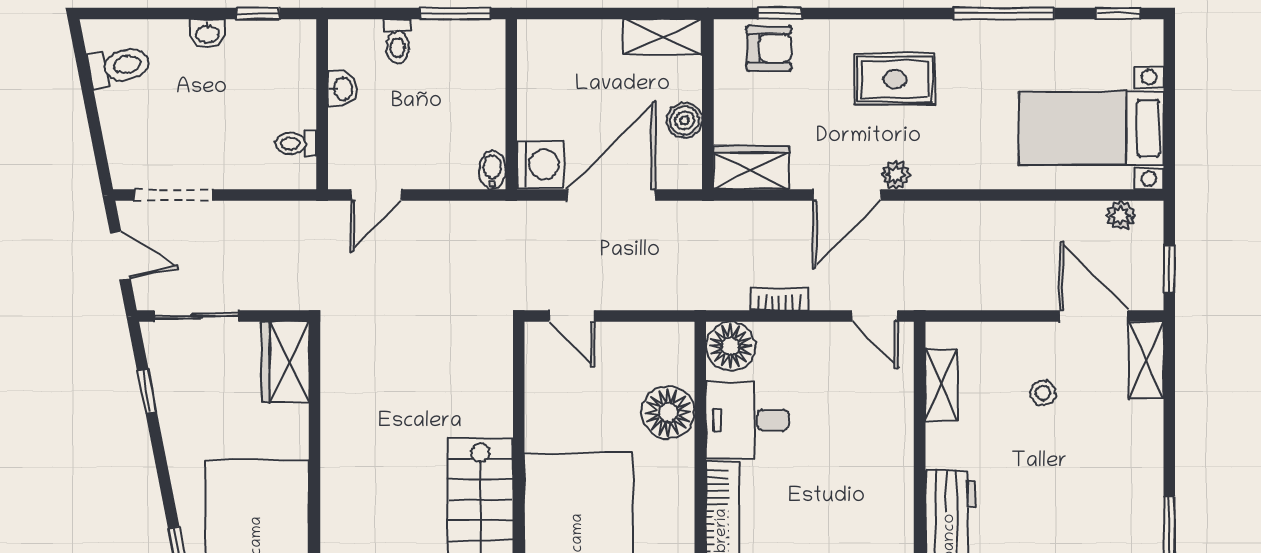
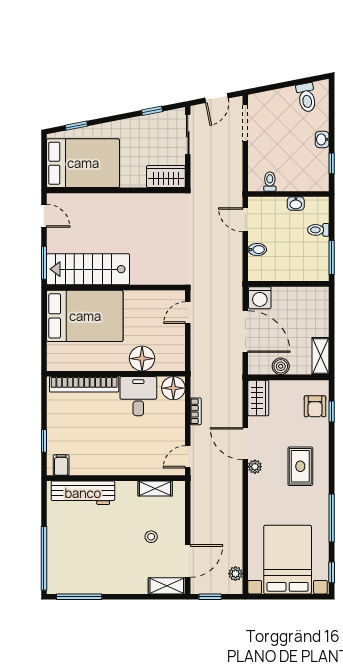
bed with nightstands: (1091, 128) -> (288, 560), width x1.36
bidet: (492, 170) -> (257, 250), moved

